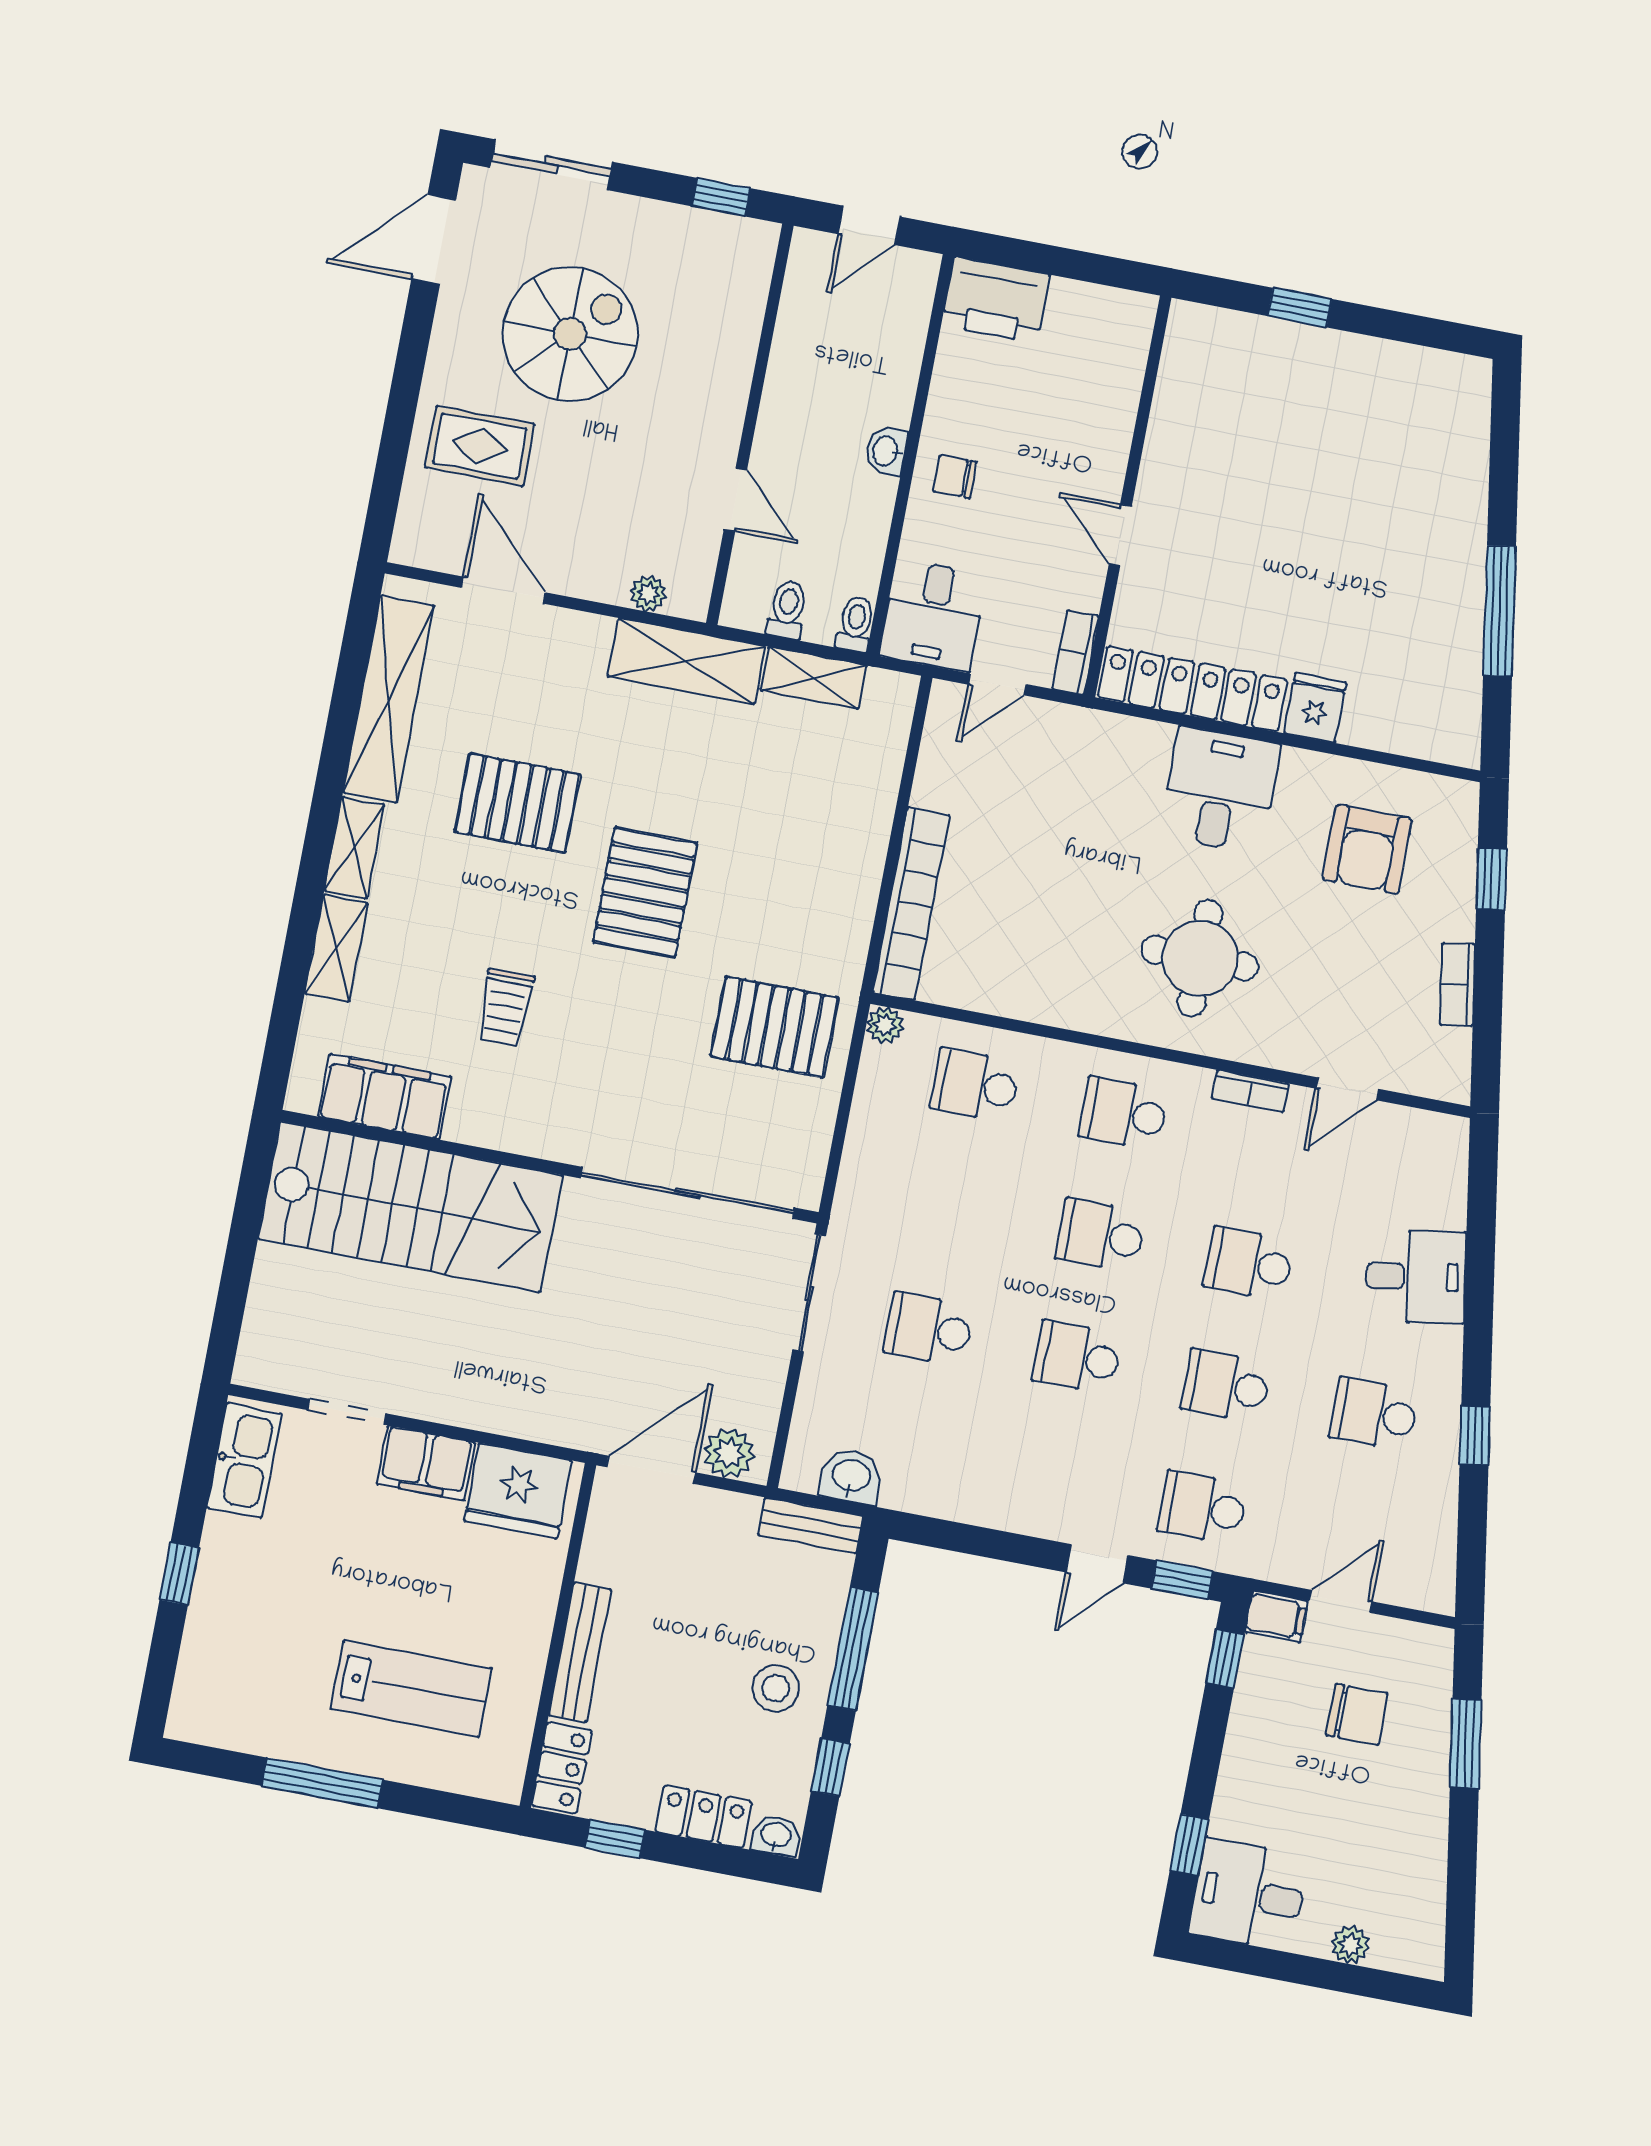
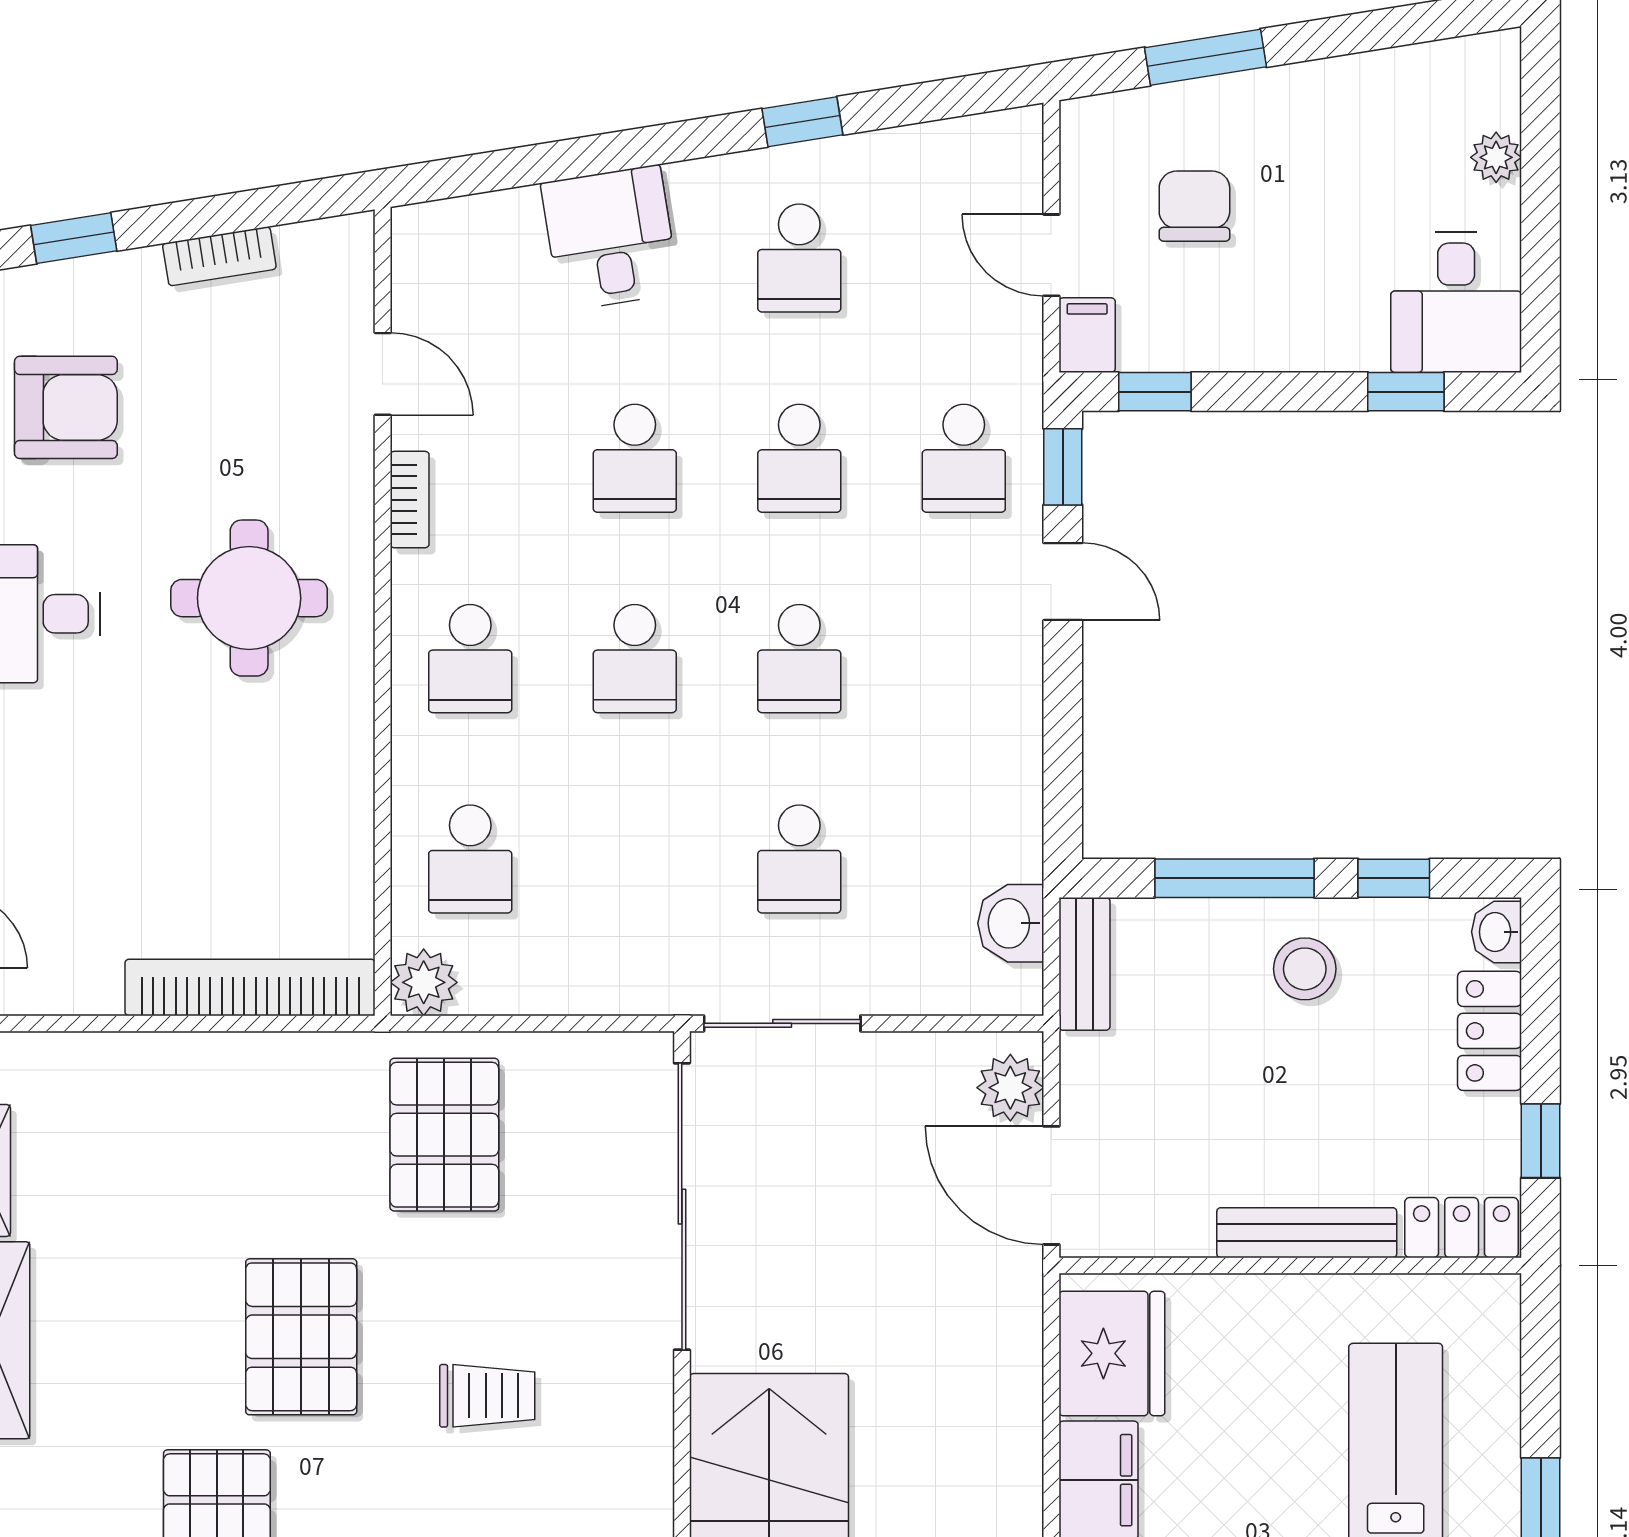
pallet: (645, 892) -> (301, 1337), turned 90
trolley: (505, 1008) -> (487, 1396), moved
plant: (885, 1025) -> (424, 982), width x1.38, depth x1.38

